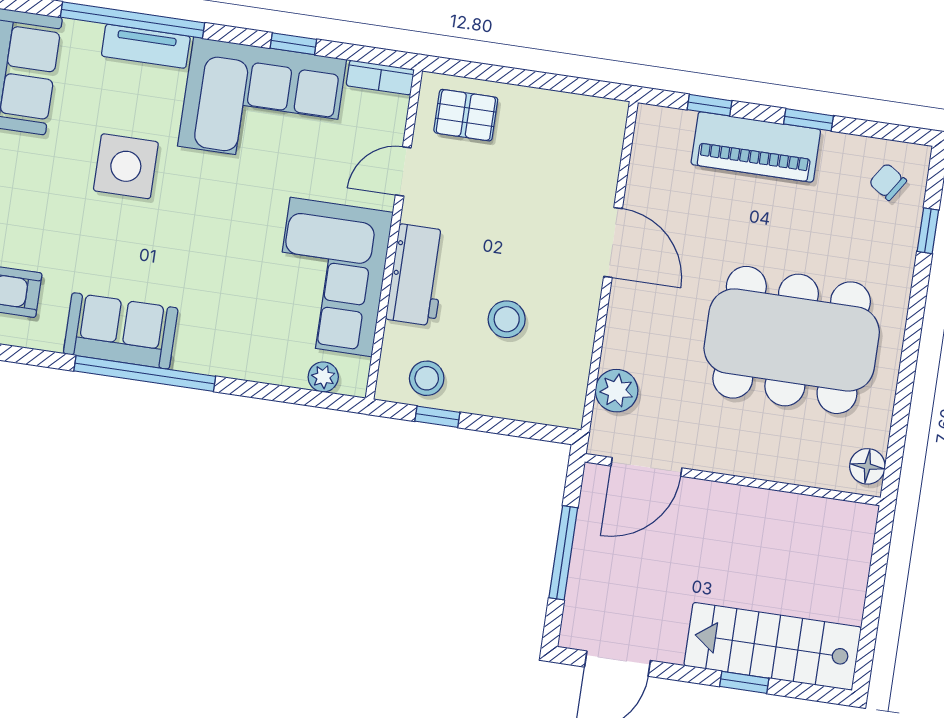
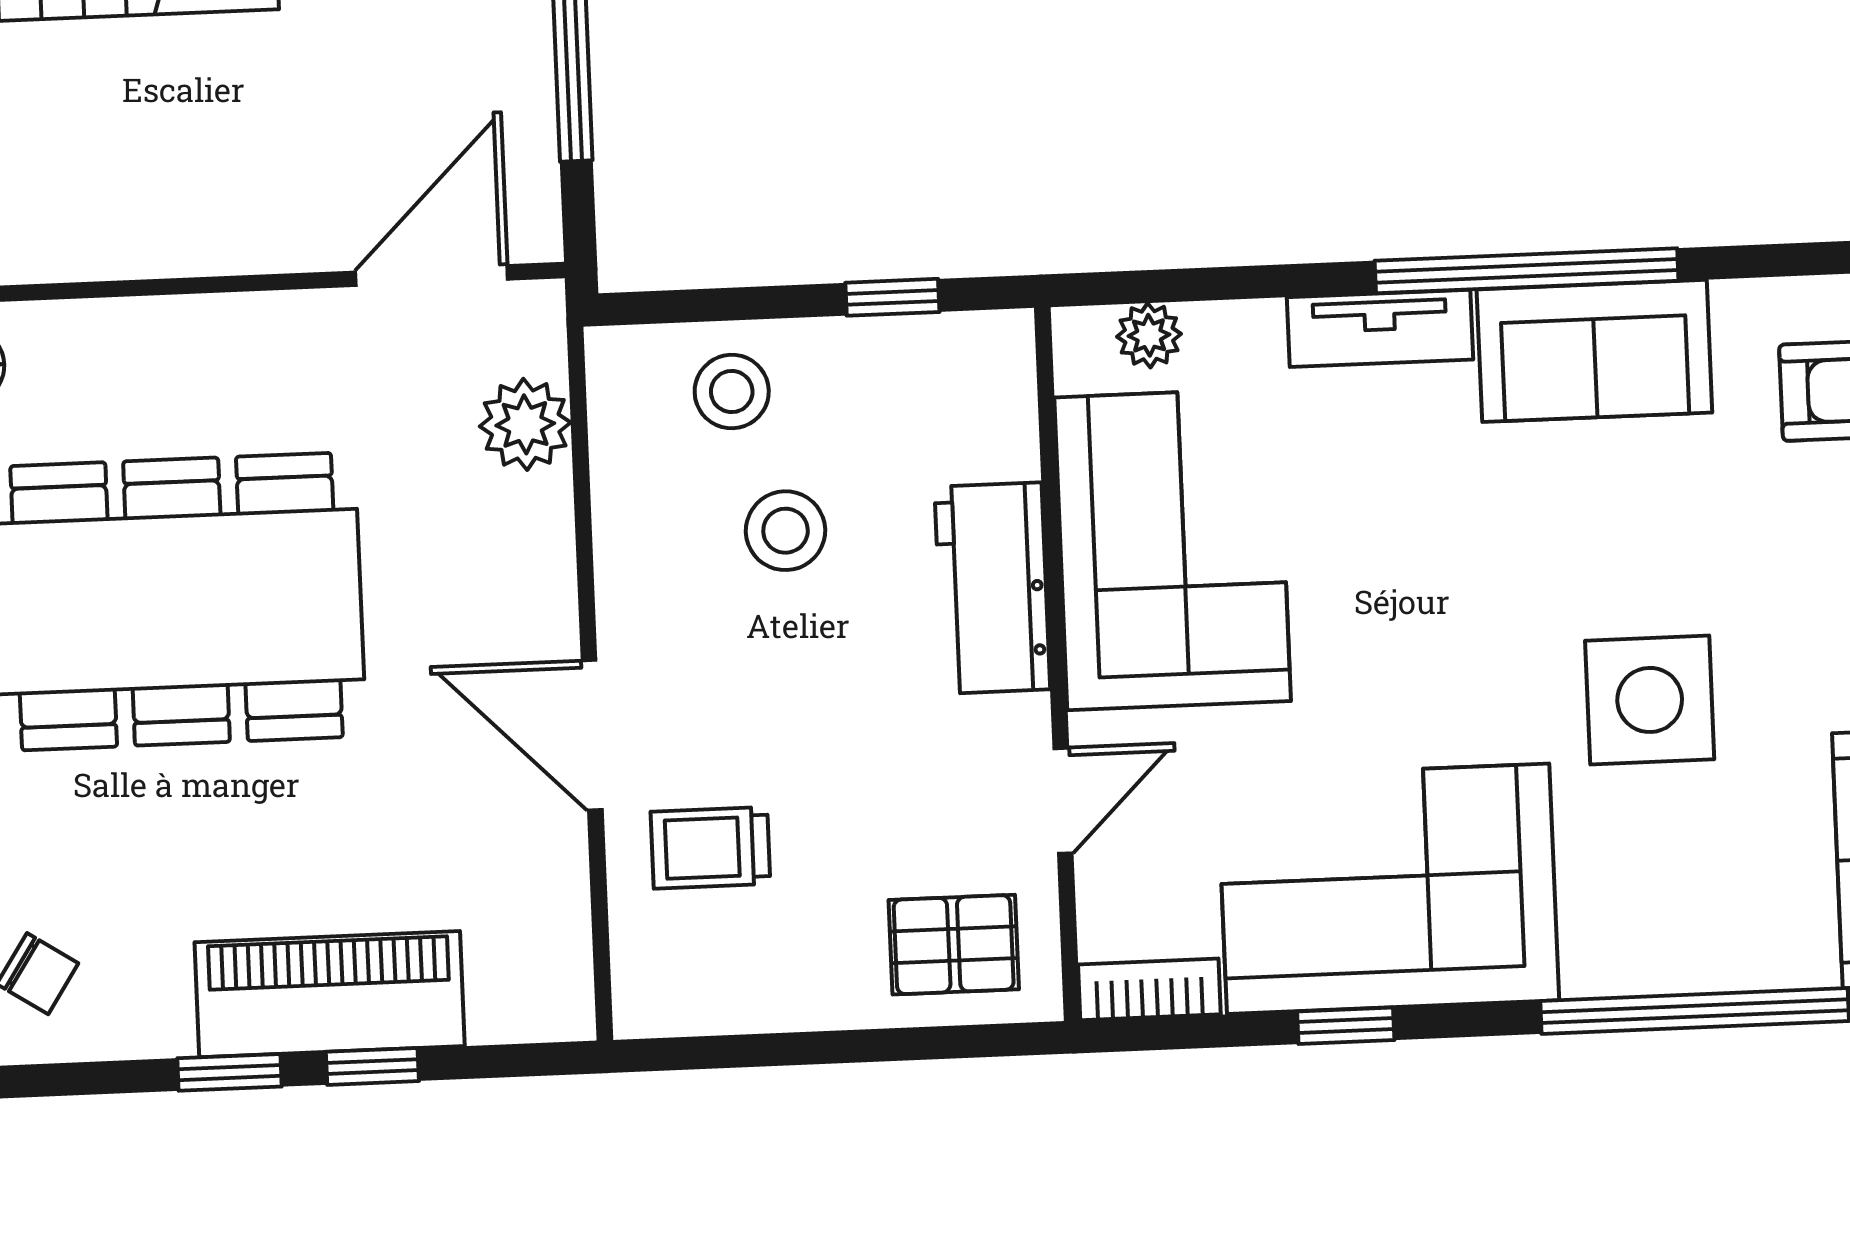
tv unit: (146, 46) -> (1380, 328), moved, turned 180
window: (710, 105) -> (372, 1066), moved
trolley: (569, 181) -> (710, 848), added
stool: (427, 378) -> (732, 392), moved

